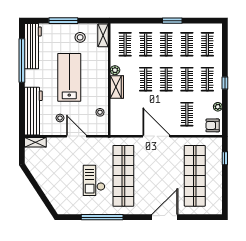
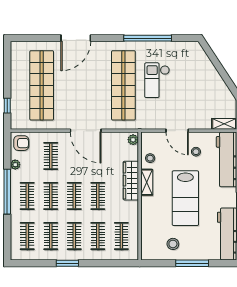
shelving: (103, 35) -> (147, 182), moved
plant: (115, 70) -> (133, 140), moved
window: (225, 83) -> (7, 192), width x3.17
wardrobe: (117, 87) -> (131, 181), width x1.50
checkout: (94, 180) -> (157, 80), turned 180

